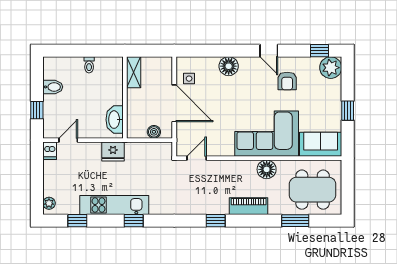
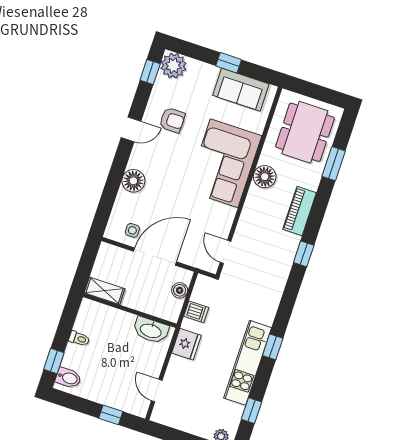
window: (65, 51) -> (54, 361), added
bidet: (53, 87) -> (68, 378), moved, turned 90
sofa: (321, 144) -> (241, 90), moved, turned -90
dishwasher: (50, 151) -> (196, 312), moved

